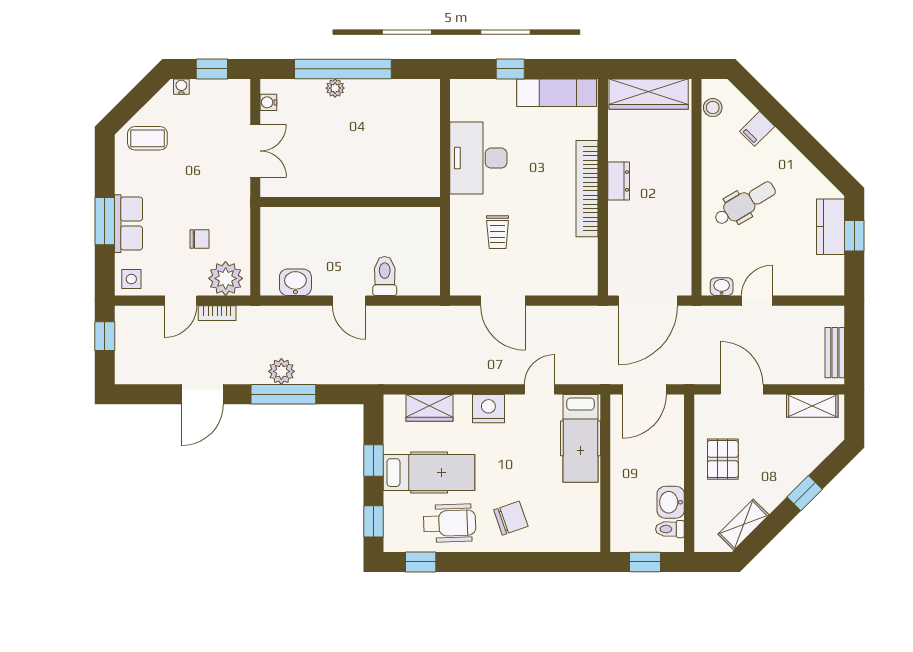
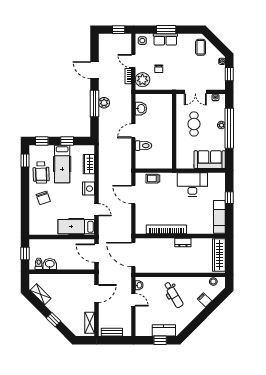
sofa: (418, 116) -> (210, 160), added
cafe table: (333, 154) -> (194, 124), added
bookcase: (587, 189) -> (166, 229), moved
trolley: (498, 232) -> (153, 179), moved
door: (503, 301) -> (133, 195), hinge flipped
pallet: (723, 459) -> (68, 286), removed

